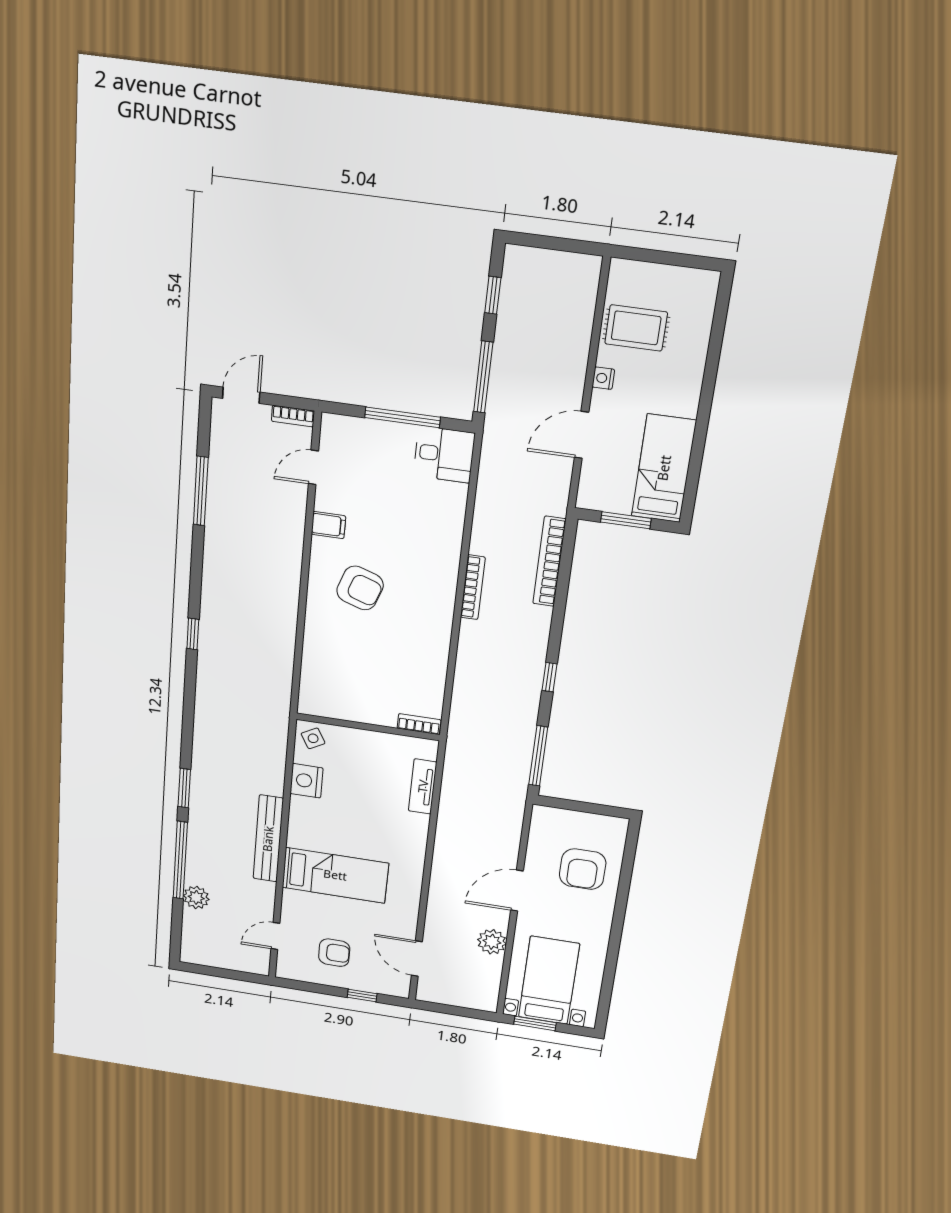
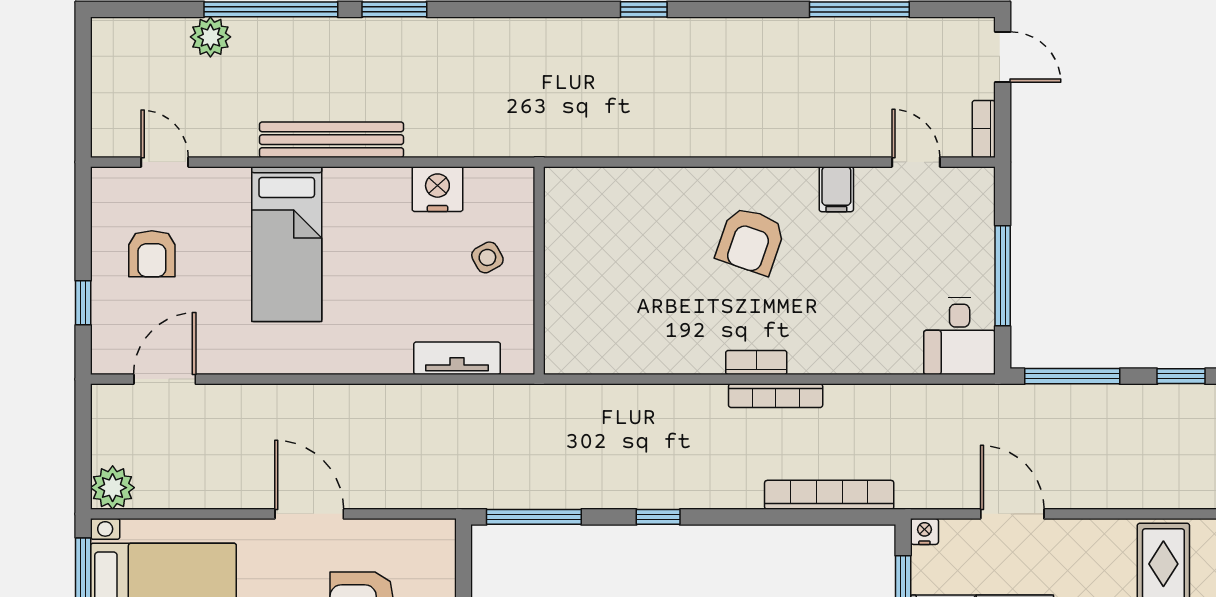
nightstand: (603, 378) -> (924, 531), moved
bookcase: (419, 724) -> (756, 363), moved, turned -90
side table: (313, 738) -> (487, 257), moved
plant: (492, 942) -> (113, 488), moved

